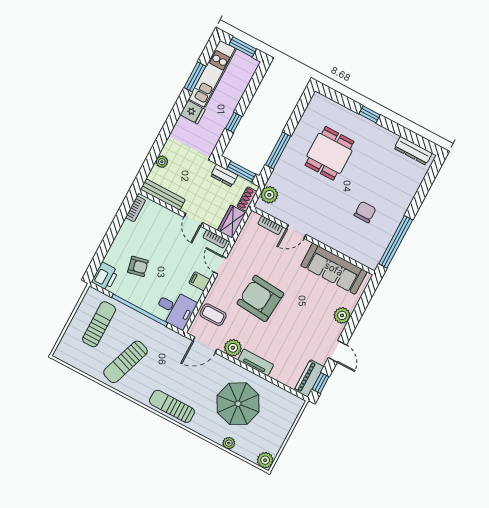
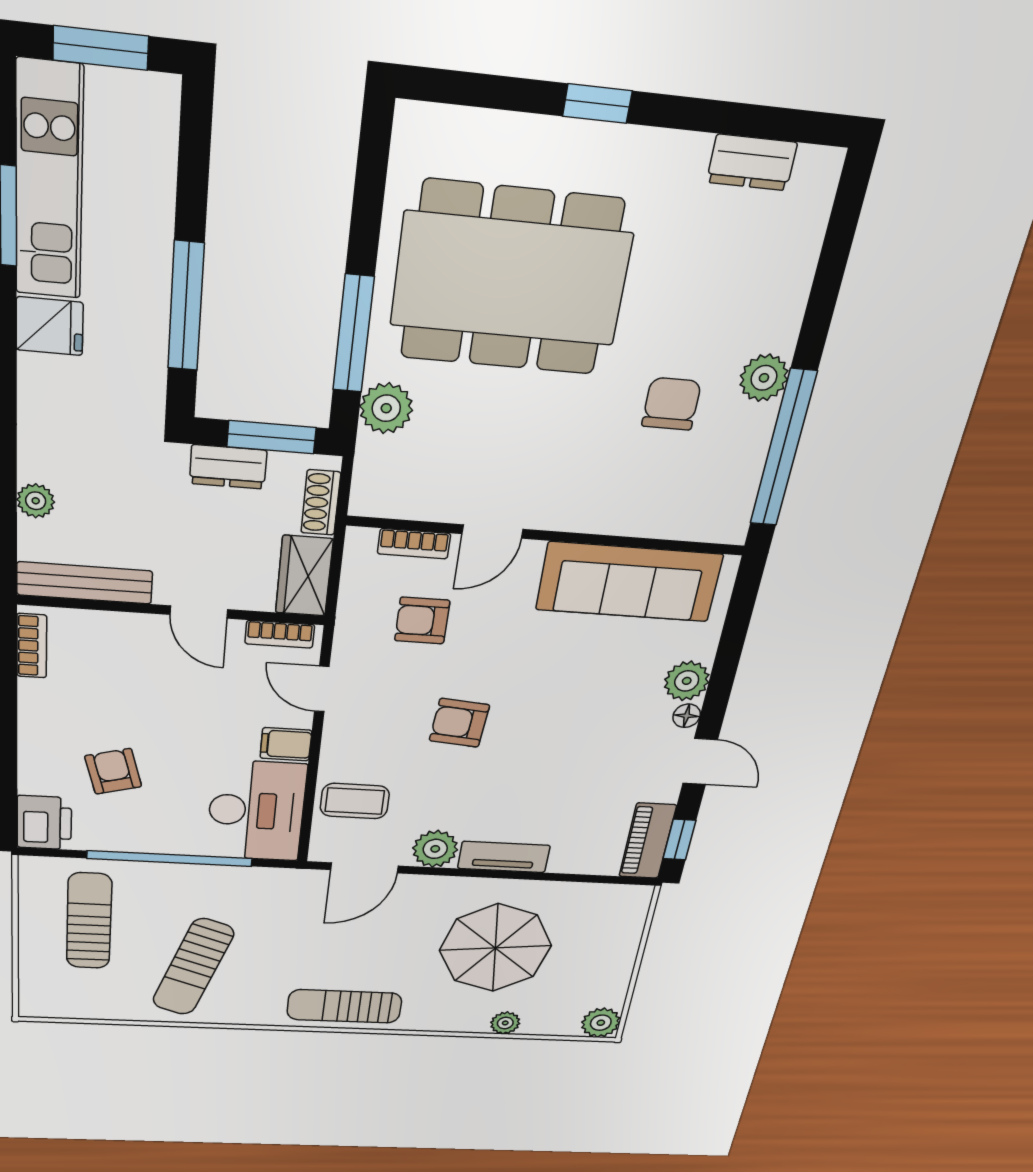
window: (234, 123) -> (186, 306), width x2.17
dresser: (413, 151) -> (752, 162), width x0.70
dining table: (329, 153) -> (511, 279), width x1.88, depth x1.24
plant: (269, 195) -> (386, 408), moved
plant: (396, 215) -> (764, 378), added
armchair: (263, 254) -> (422, 621), added
armchair: (138, 266) -> (113, 771), turned -92
armchair: (260, 298) -> (459, 723), width x0.53, depth x0.53
desk: (175, 309) -> (256, 811), width x1.37
floor lamp: (338, 330) -> (687, 716), added

